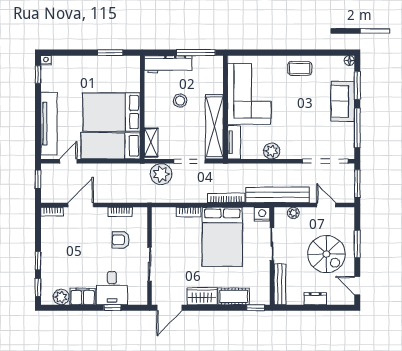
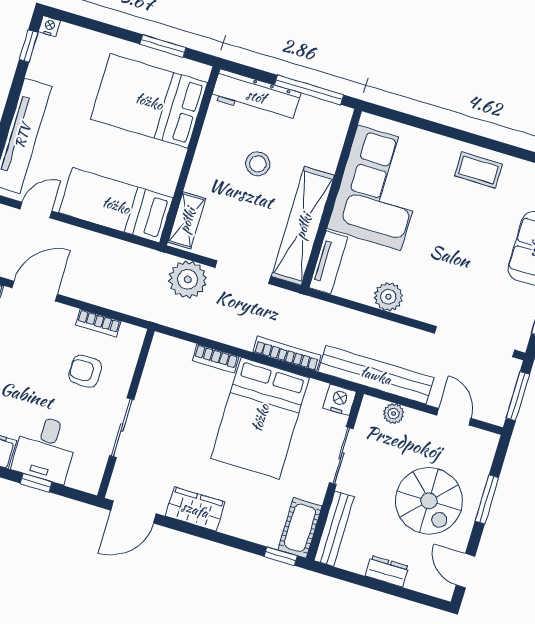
bed: (111, 112) -> (149, 101), moved
cot: (234, 296) -> (300, 528), moved, turned 90

